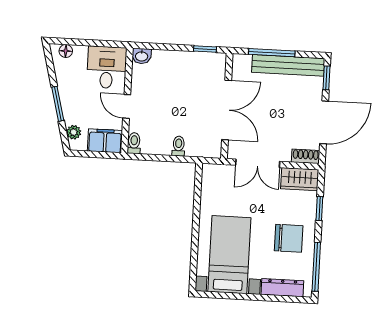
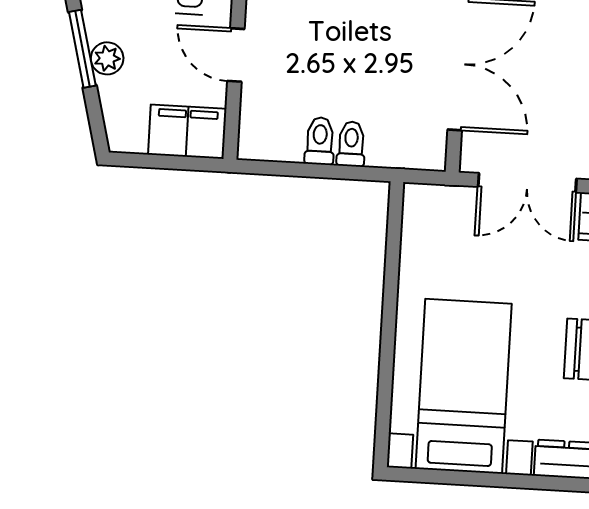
plant: (74, 132) -> (107, 58), moved
toilet: (134, 143) -> (320, 141), moved

